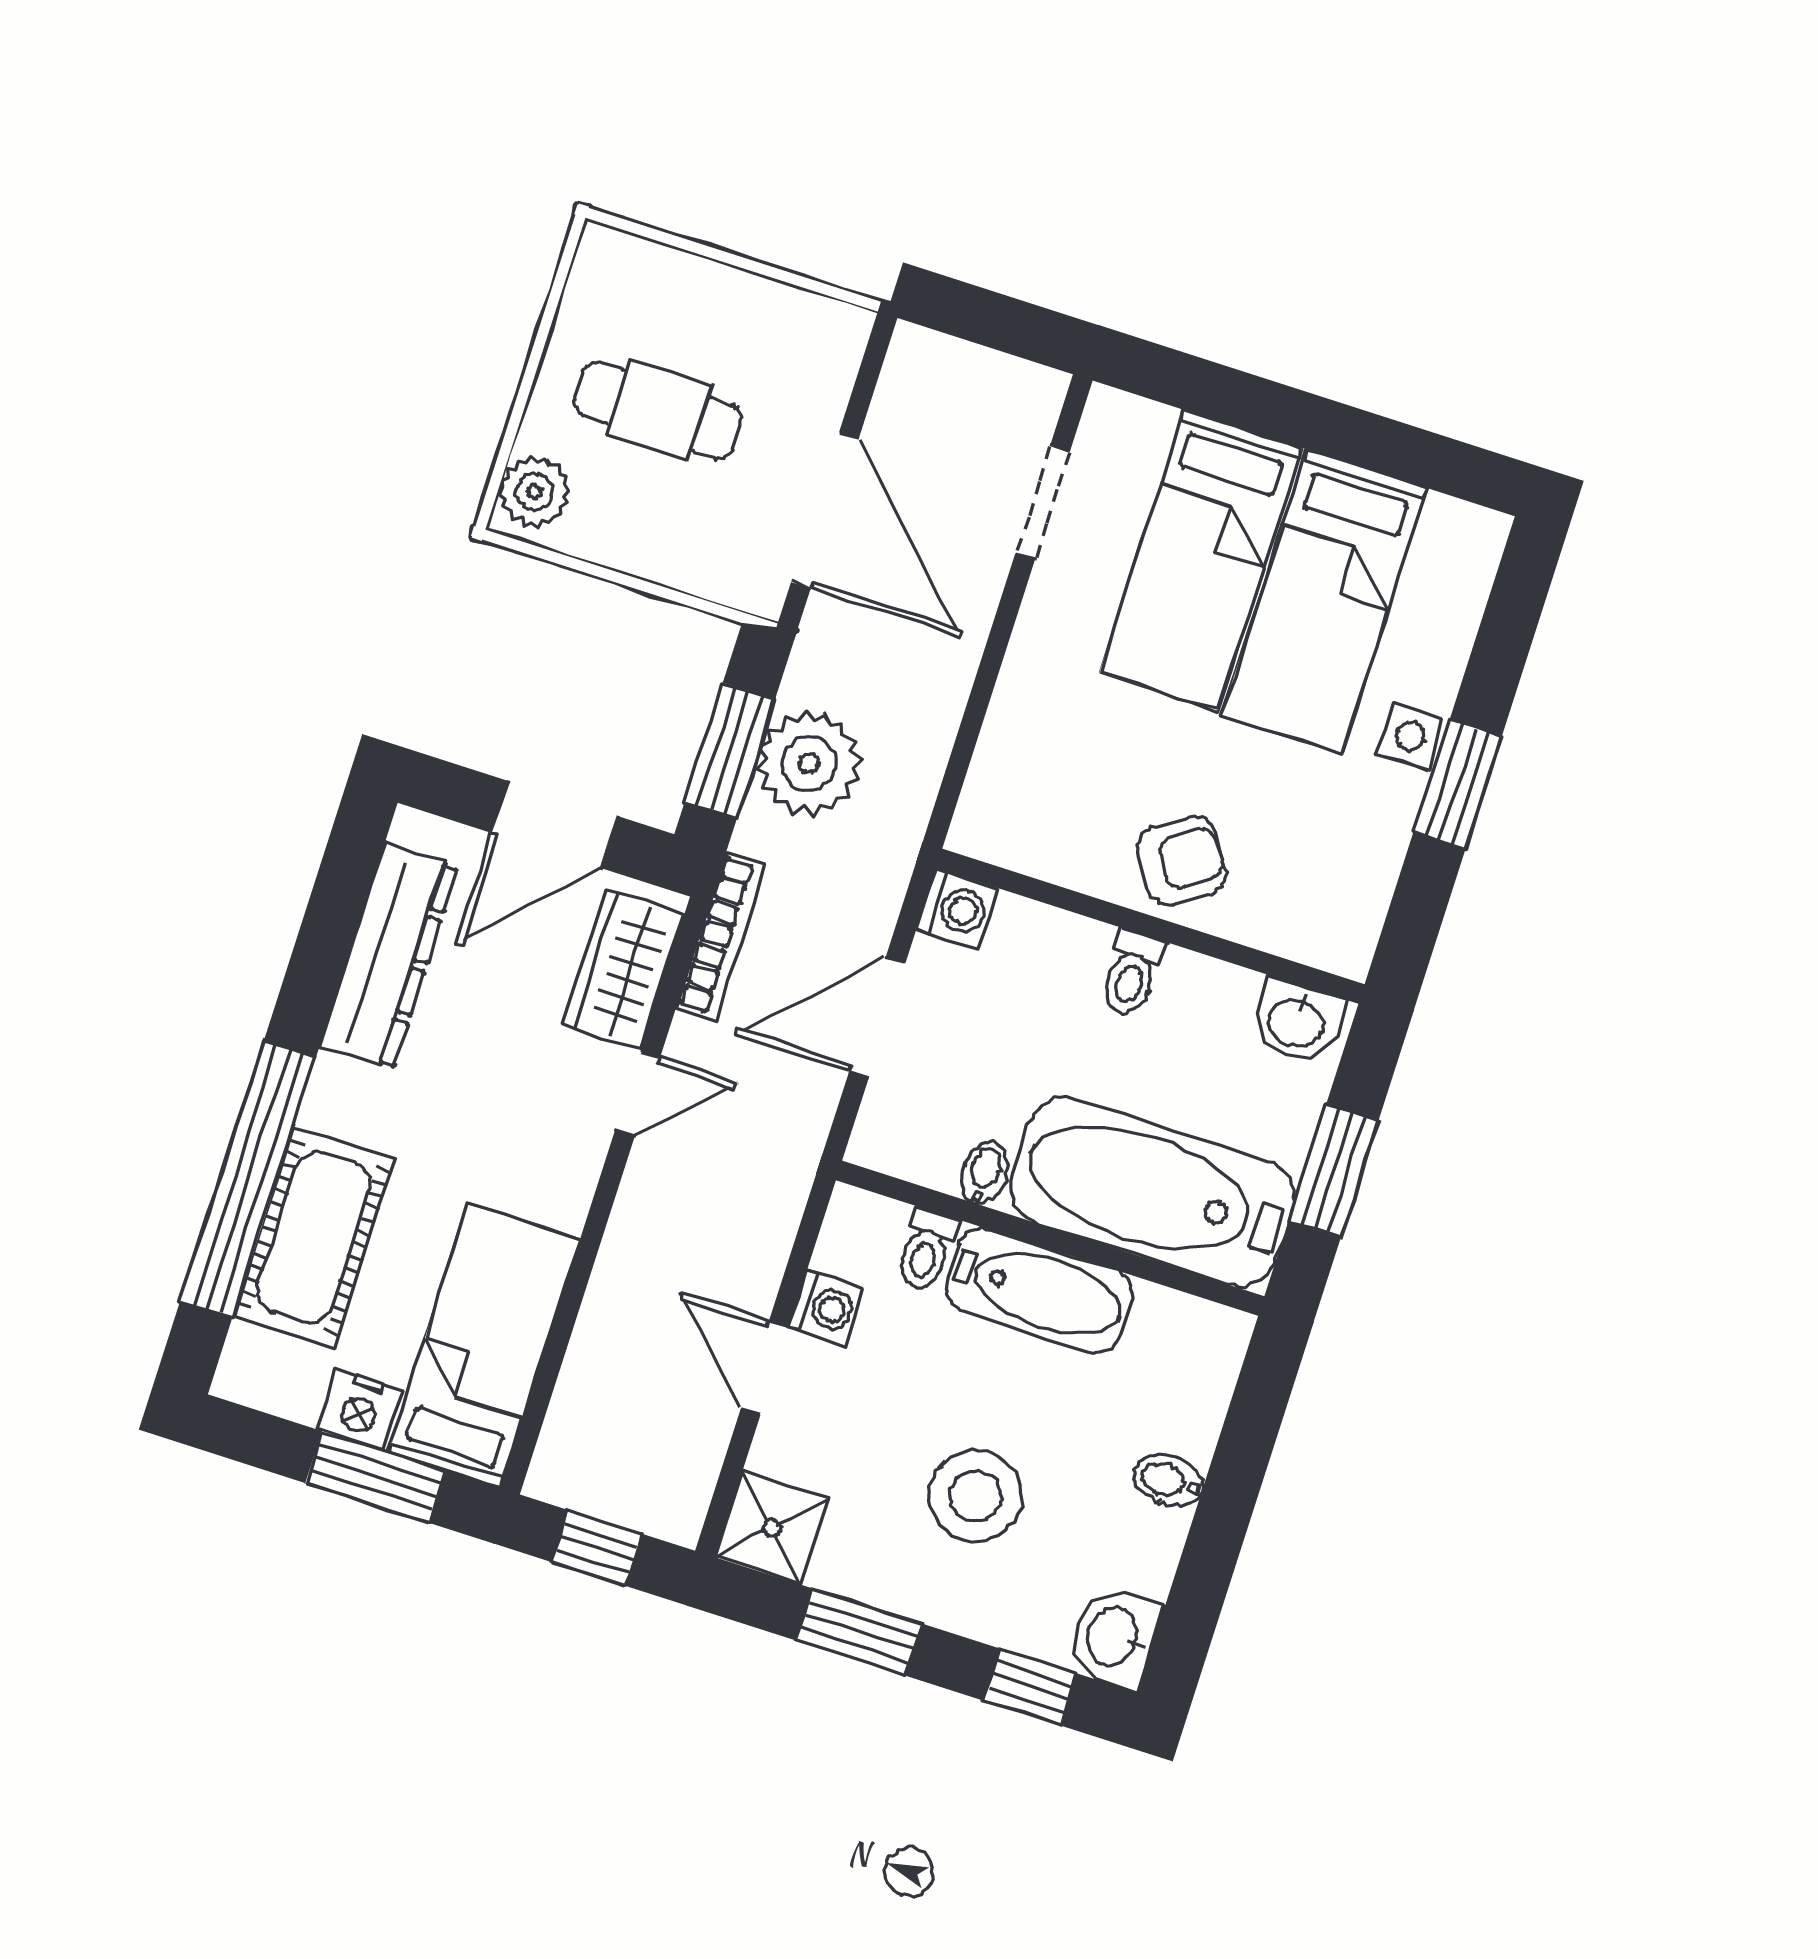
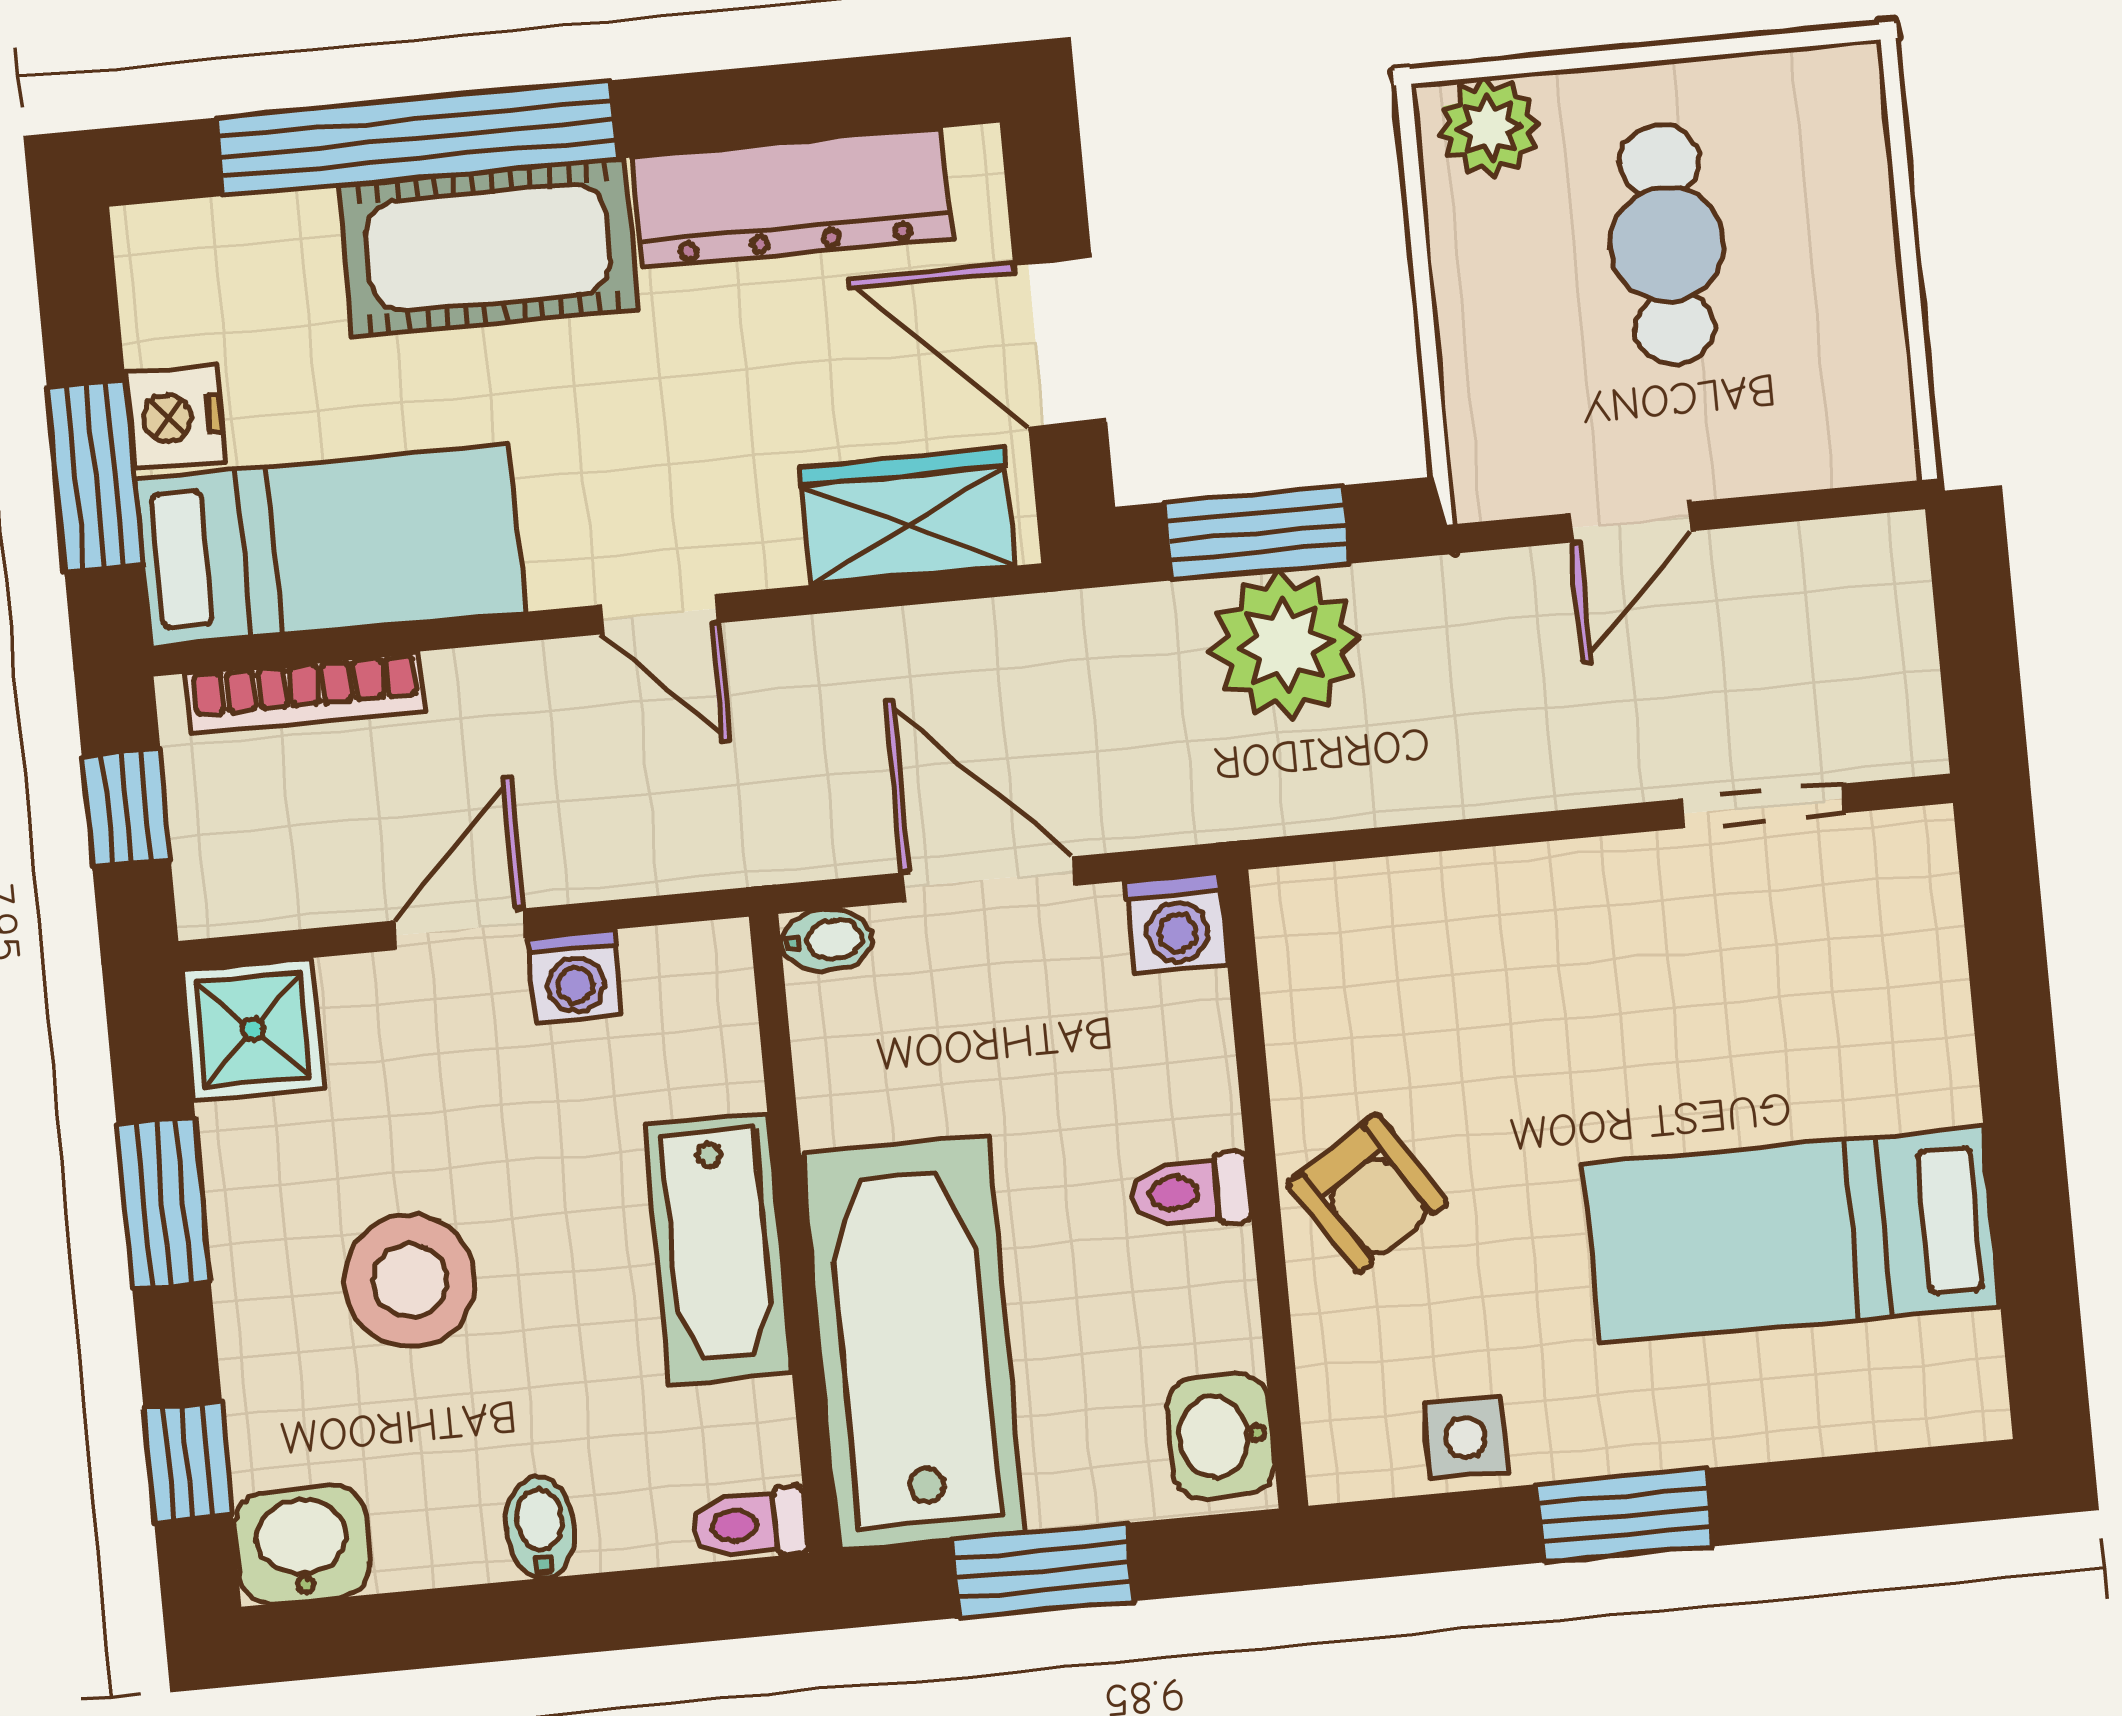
door: (825, 510) -> (1629, 522), width x0.53
bed: (1201, 560) -> (1777, 1048), removed
side table: (1410, 736) -> (1466, 1438), moved
bookcase: (721, 936) -> (305, 692), moved
door: (638, 1094) -> (659, 614), moved
bidet: (985, 1173) -> (827, 941), moved
cot: (314, 1237) -> (488, 248), moved
toilet: (926, 1250) -> (750, 1524), moved

